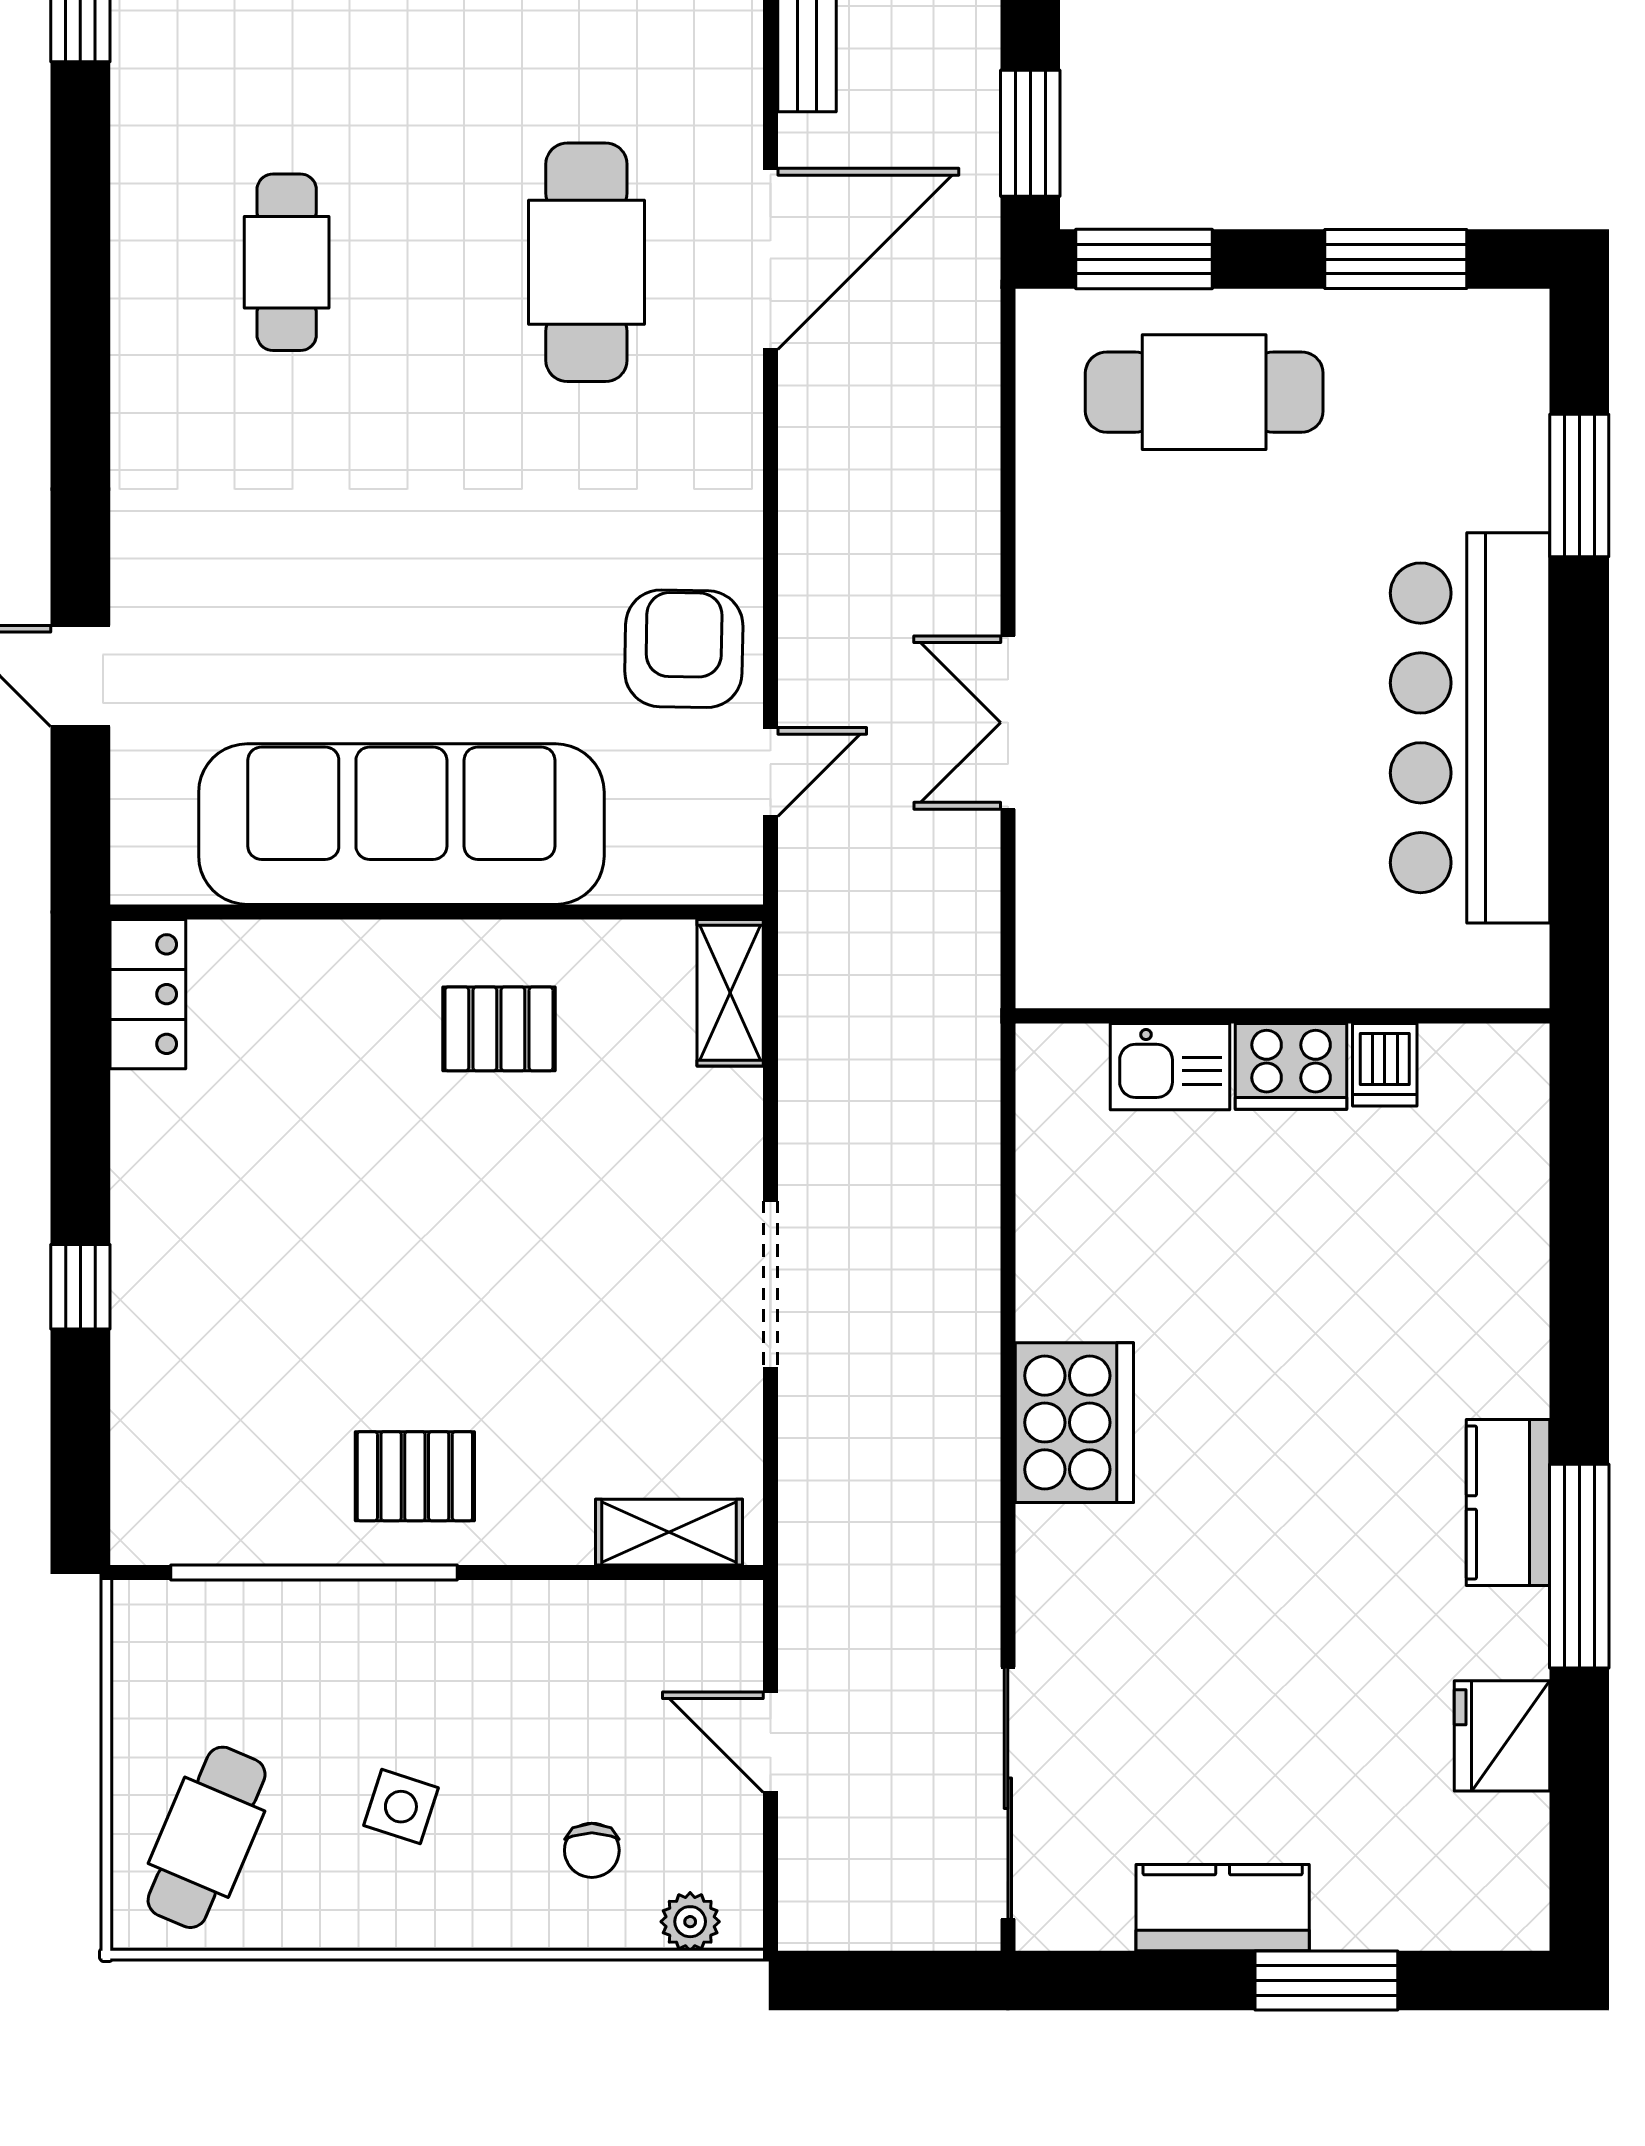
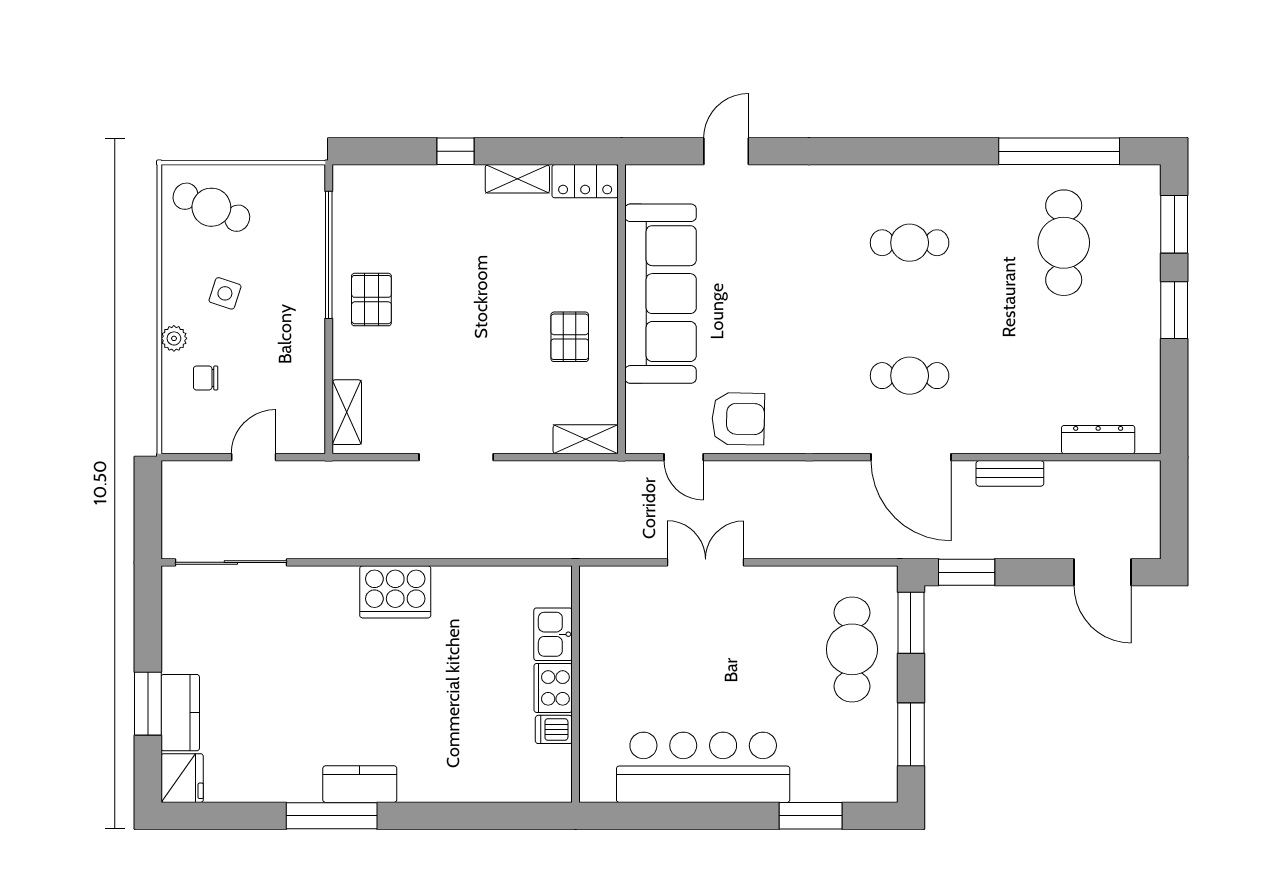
cafe table: (586, 262) -> (910, 376), width x0.73, depth x0.74
shelving: (143, 1147) -> (517, 179), added
fridge: (1502, 1736) -> (182, 778), moved, turned 90
kitchen counter: (1223, 1908) -> (180, 713), moved
plant: (690, 1922) -> (174, 338), moved

